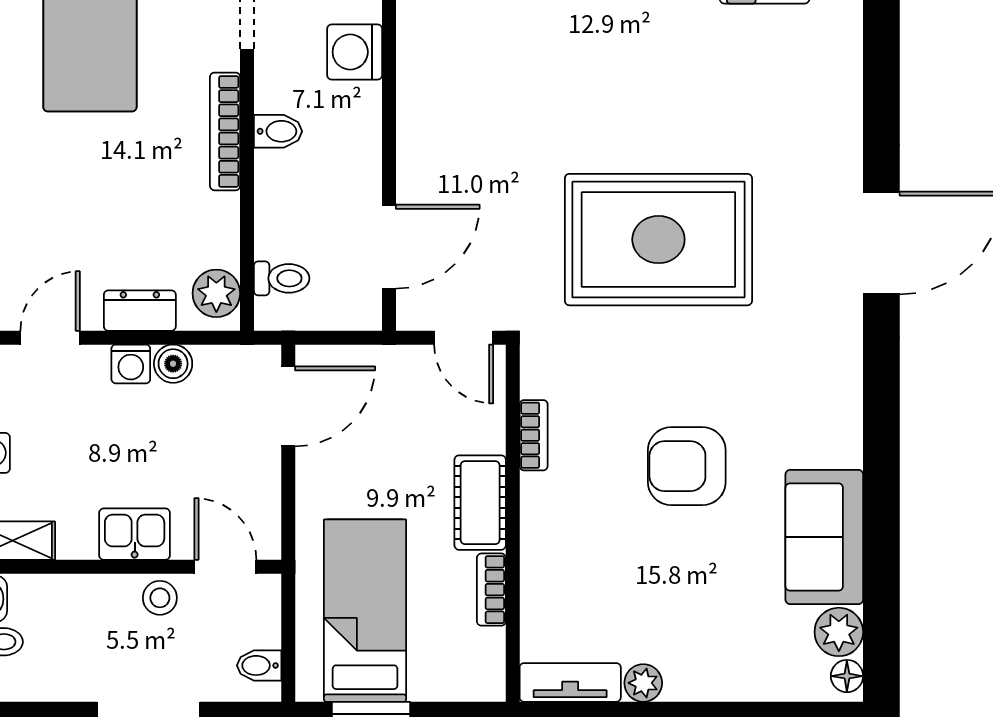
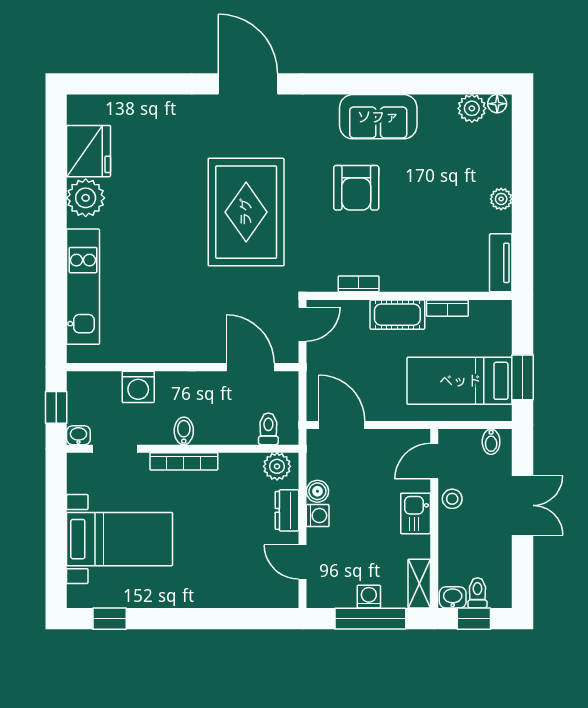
armchair: (687, 466) -> (356, 188), moved
sofa: (824, 537) -> (378, 117), moved
plant: (643, 683) -> (501, 199), moved

